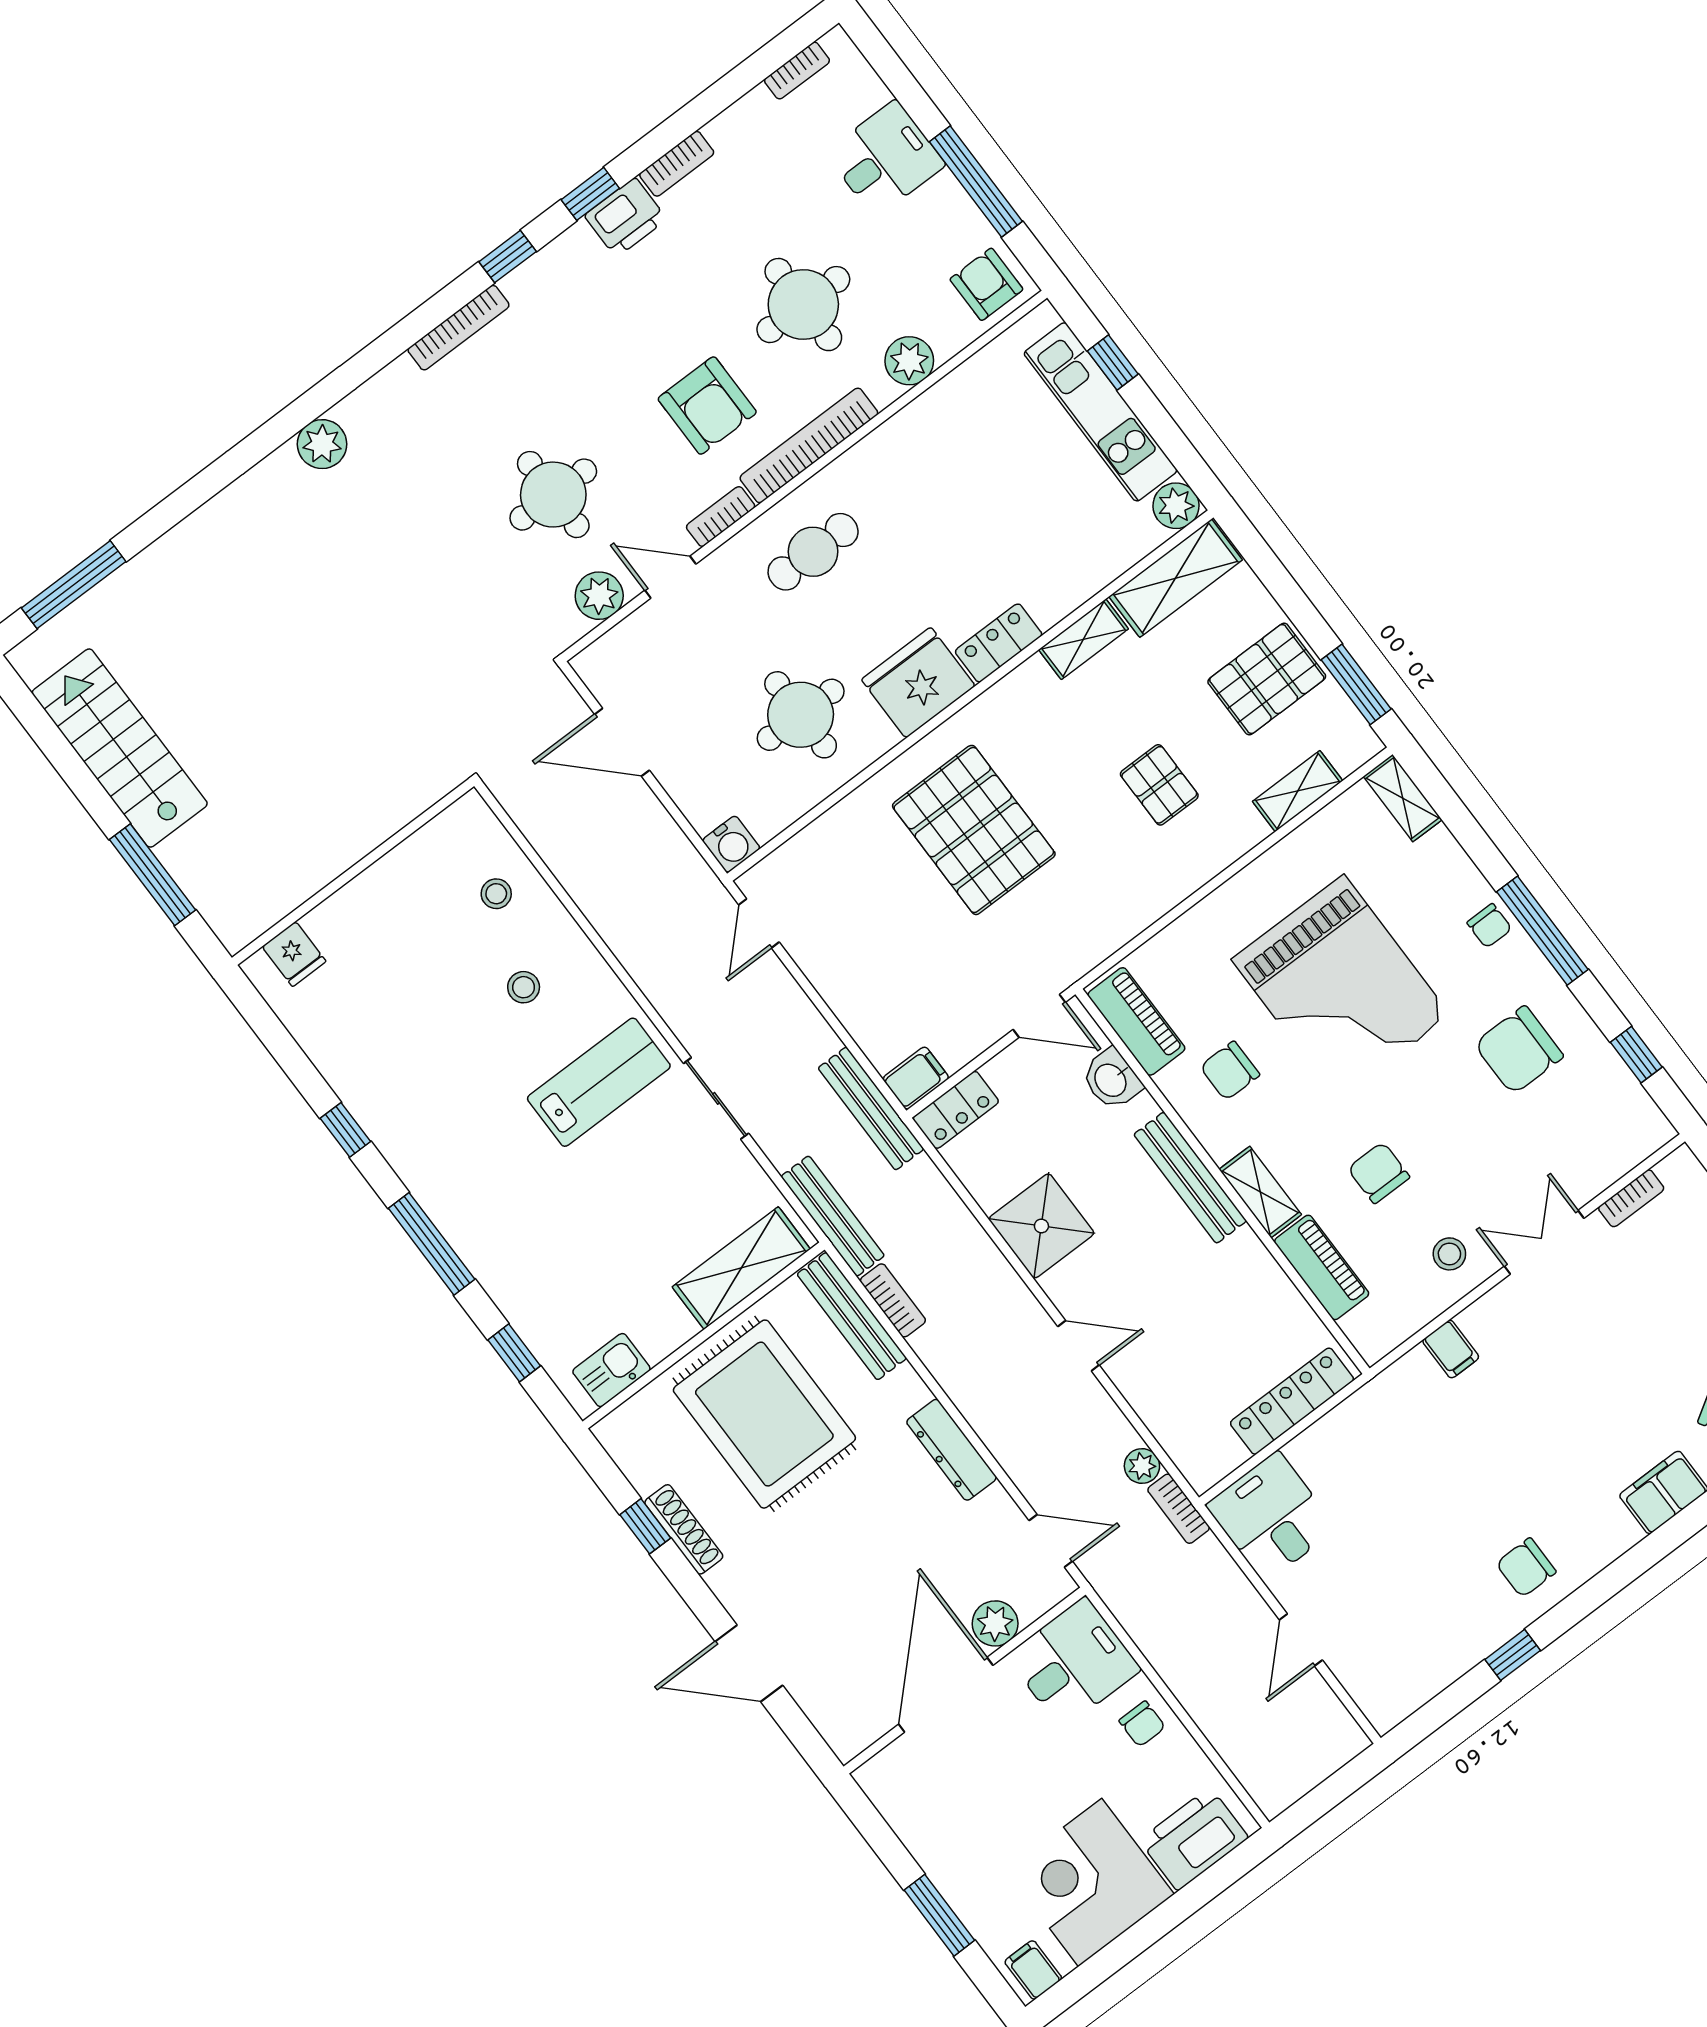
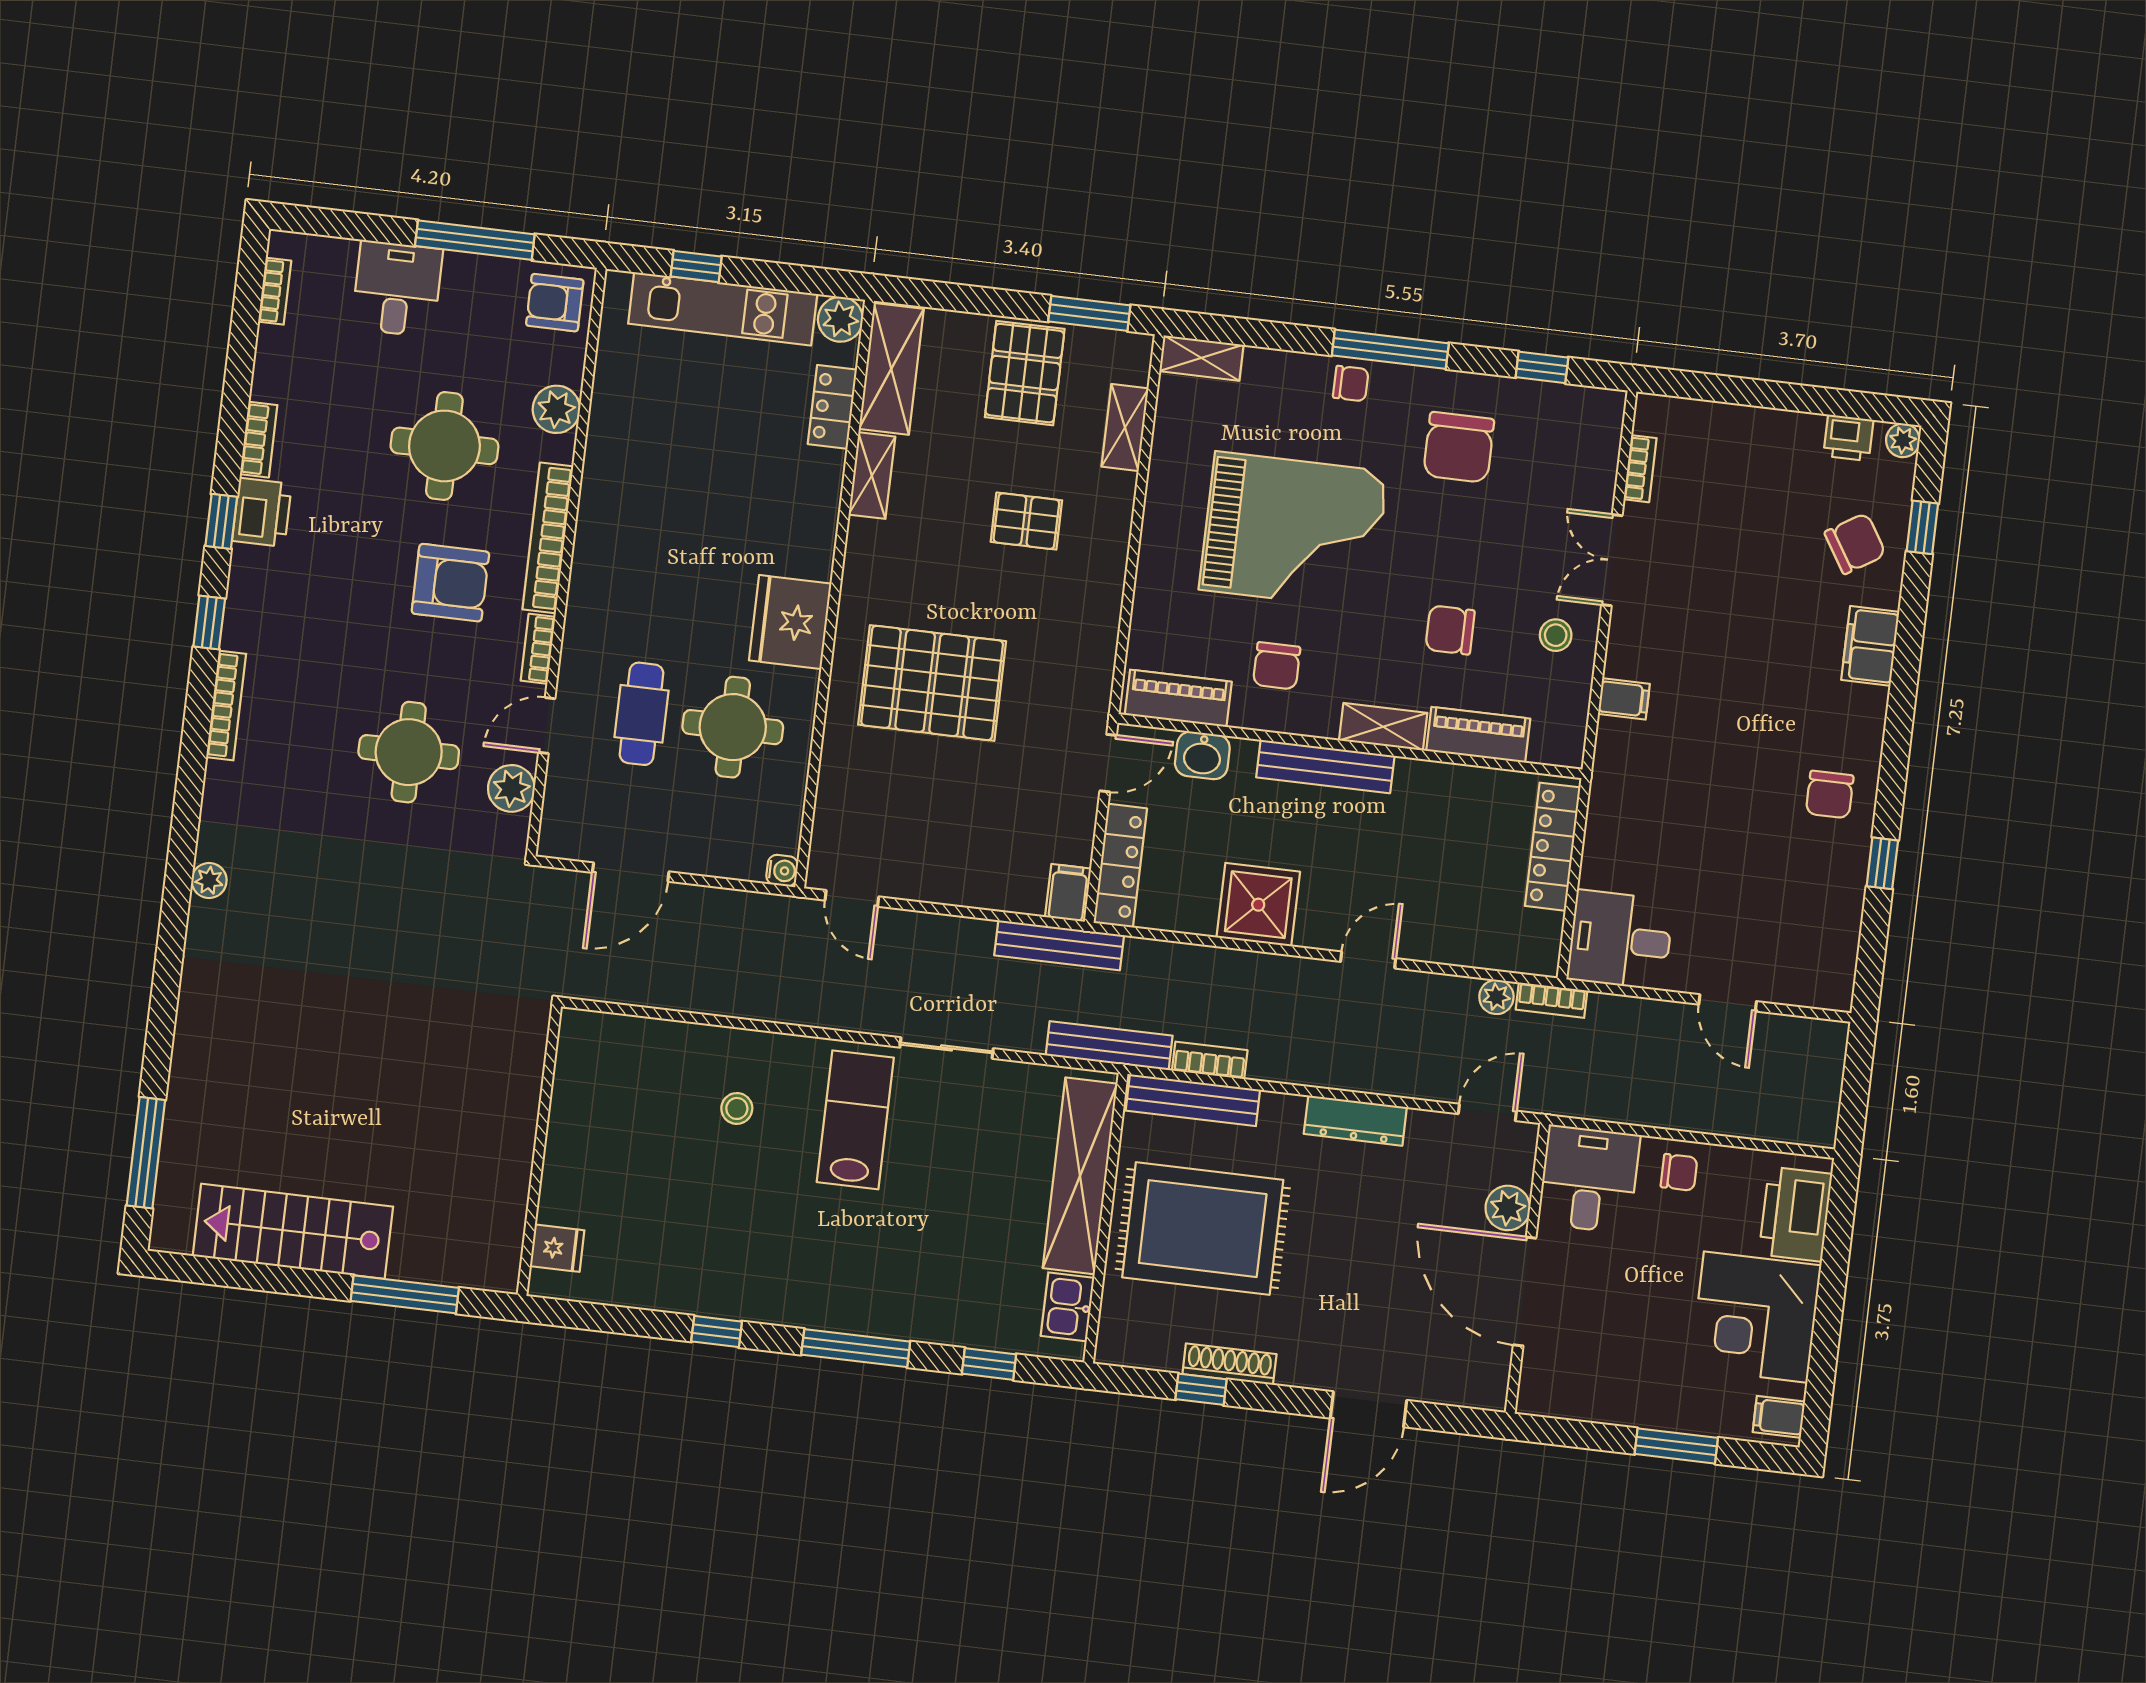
plant: (322, 444) -> (209, 881), width x0.73, depth x0.73
cafe table: (813, 552) -> (641, 714), moved
locker: (999, 643) -> (832, 407), moved
water cooler: (731, 844) -> (782, 871), width x0.72, depth x0.72
stool: (496, 894) -> (652, 1064), removed
locker: (956, 1110) -> (1120, 866), width x1.53
shelving: (741, 1268) -> (1080, 1176), width x1.47

